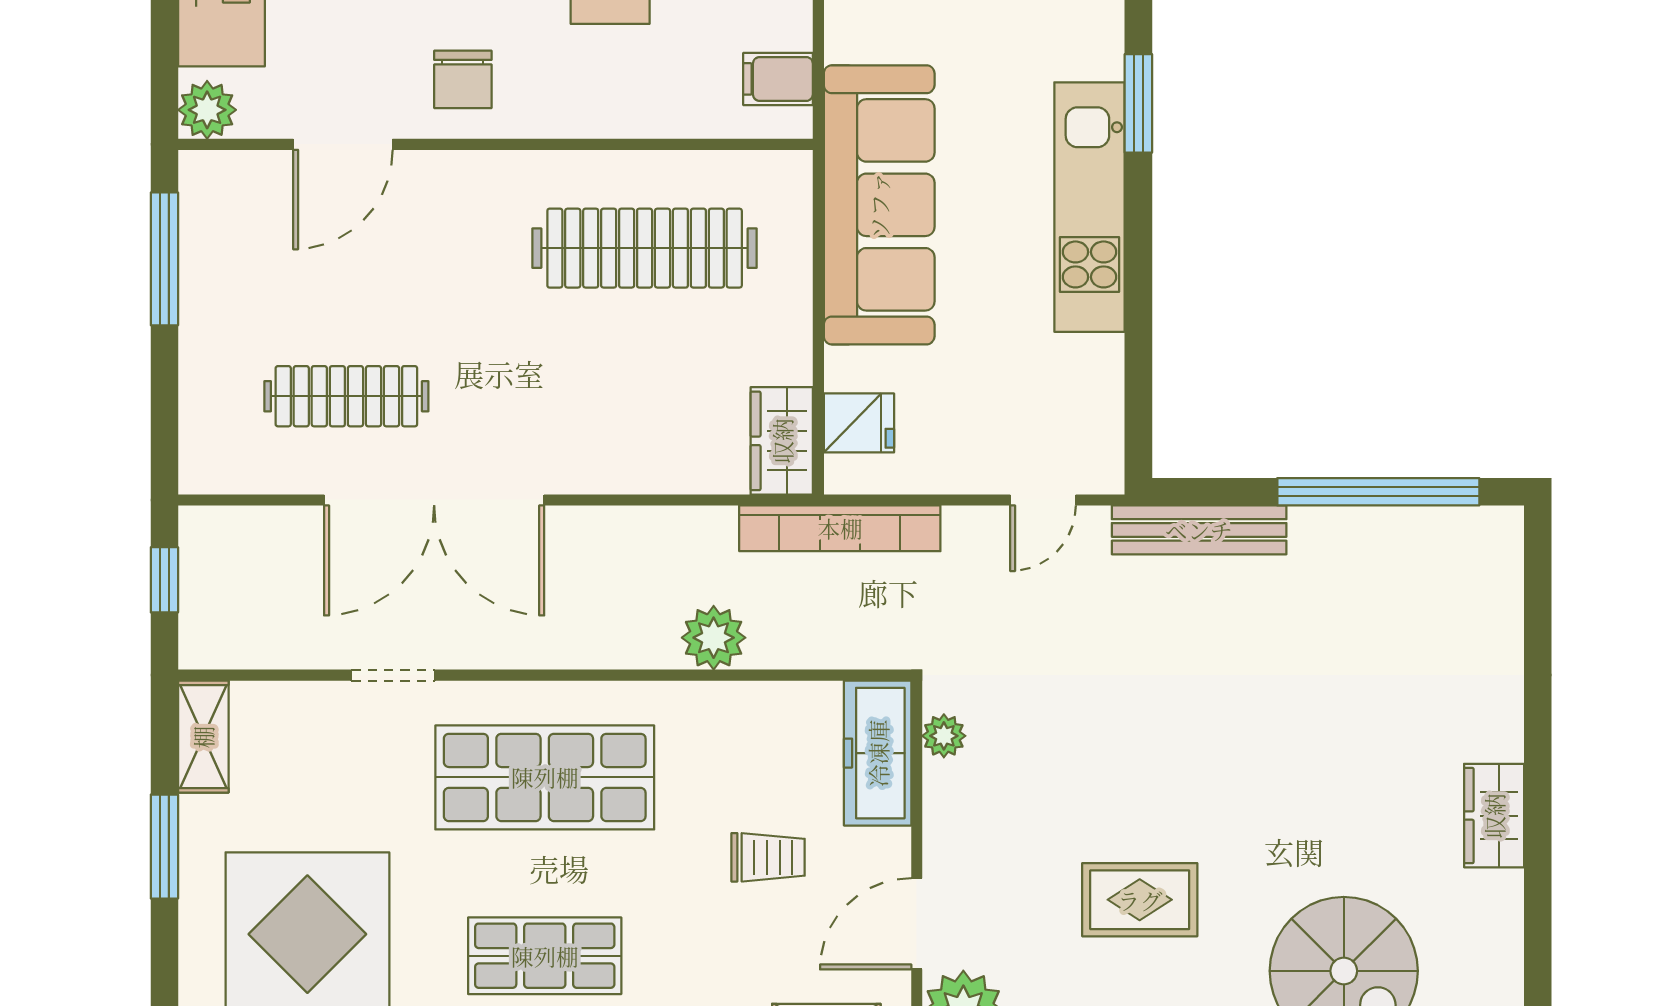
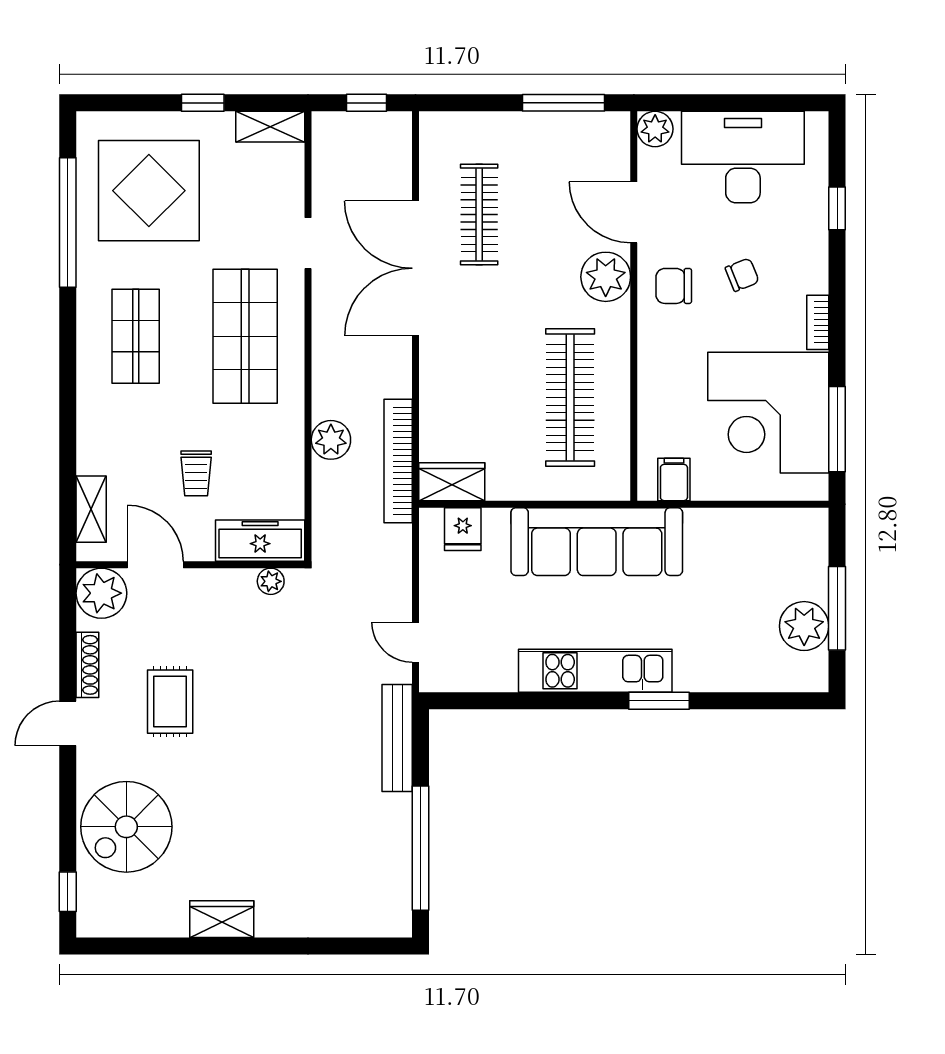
plant: (448, 190) -> (606, 277), added
bookcase: (840, 528) -> (398, 461), moved
window: (164, 847) -> (203, 103), width x0.67

